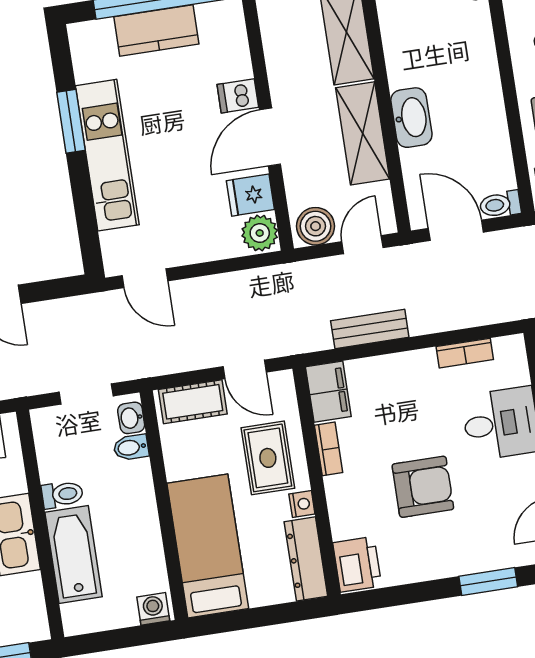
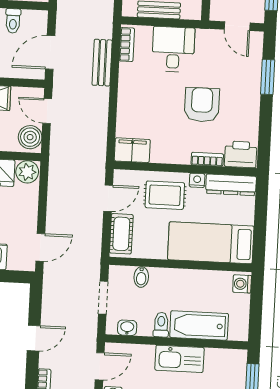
toilet: (500, 204) -> (13, 21), moved
bench: (370, 329) -> (102, 63), moved
bookcase: (465, 353) -> (127, 45), moved
washbasin: (131, 418) -> (127, 328), moved, turned 180
bookcase: (329, 449) -> (207, 159), moved

